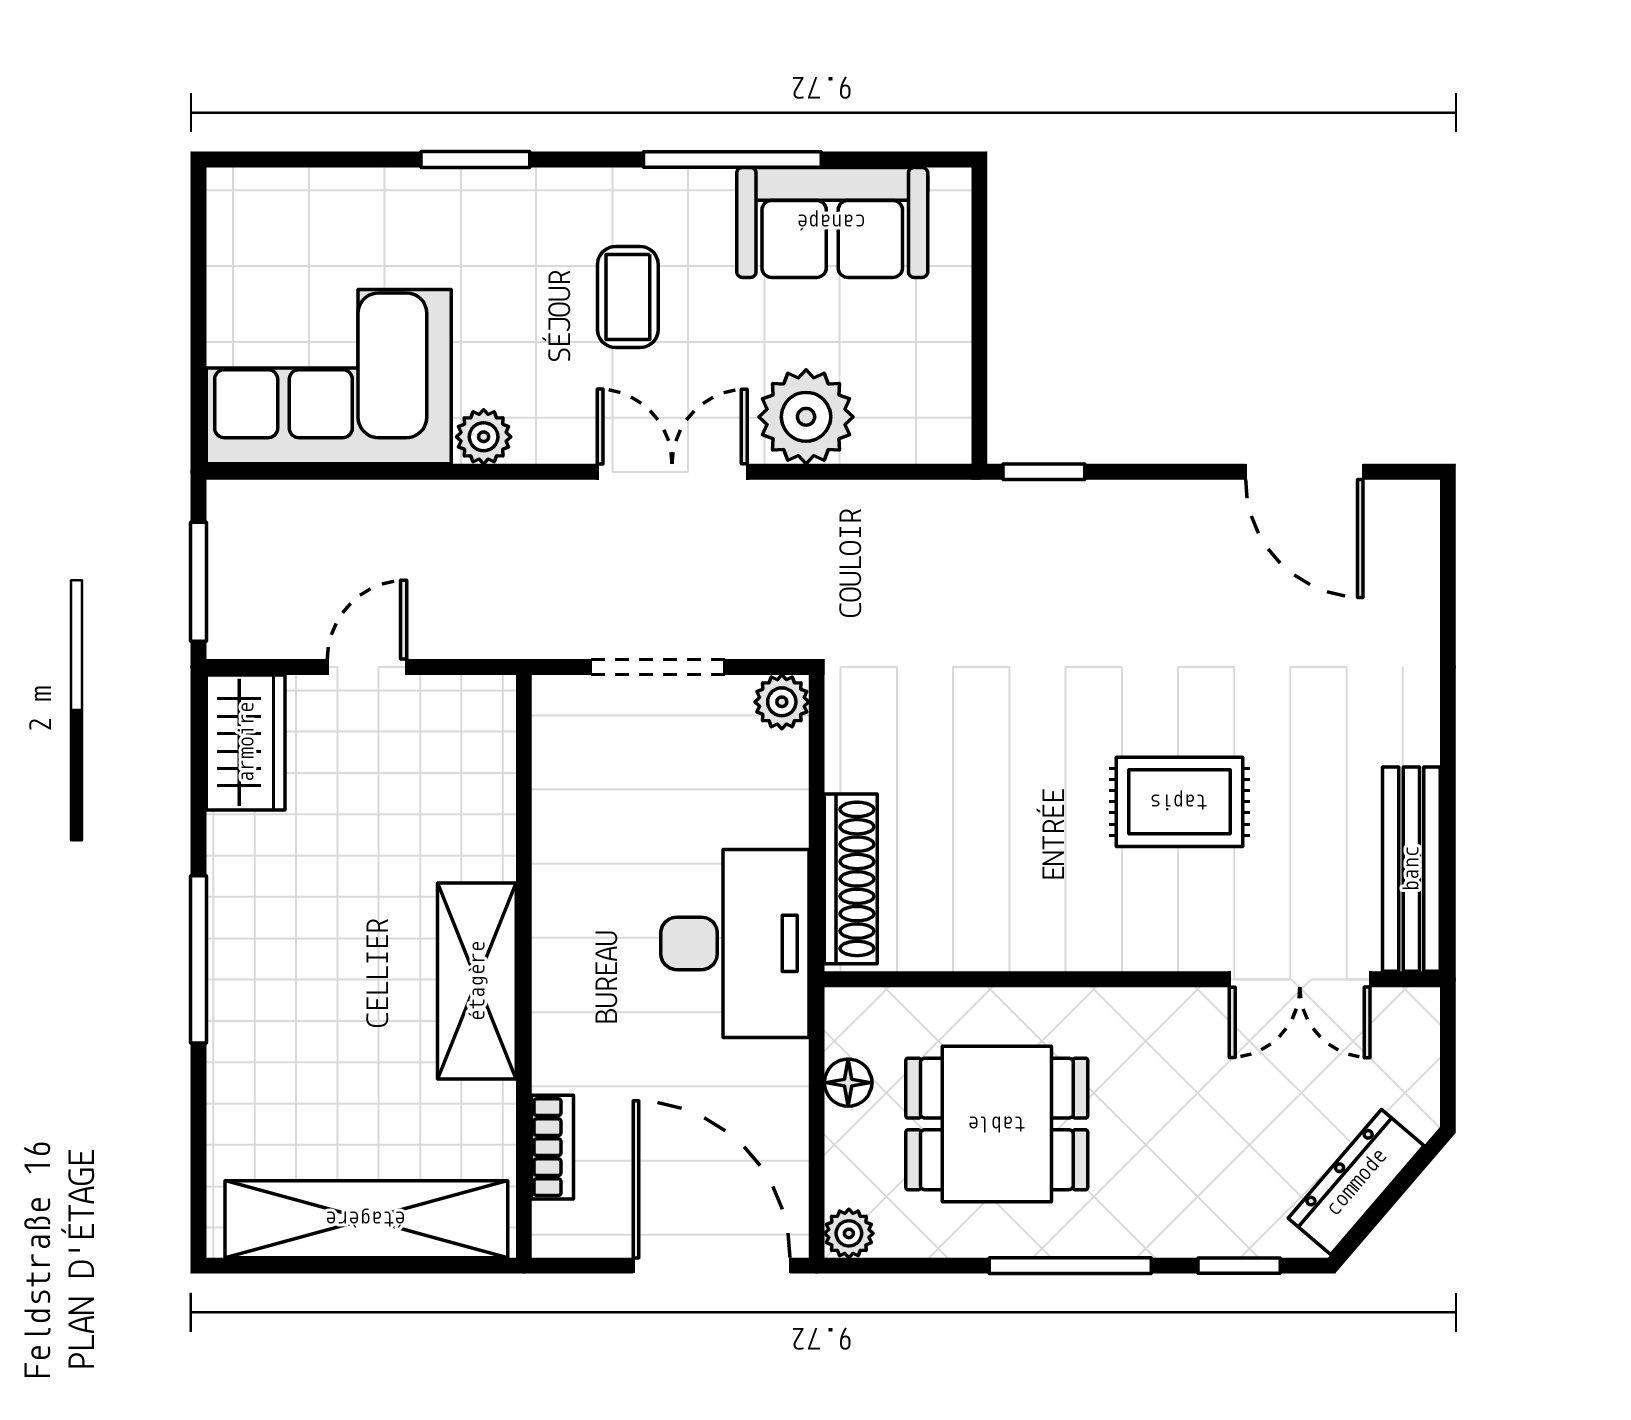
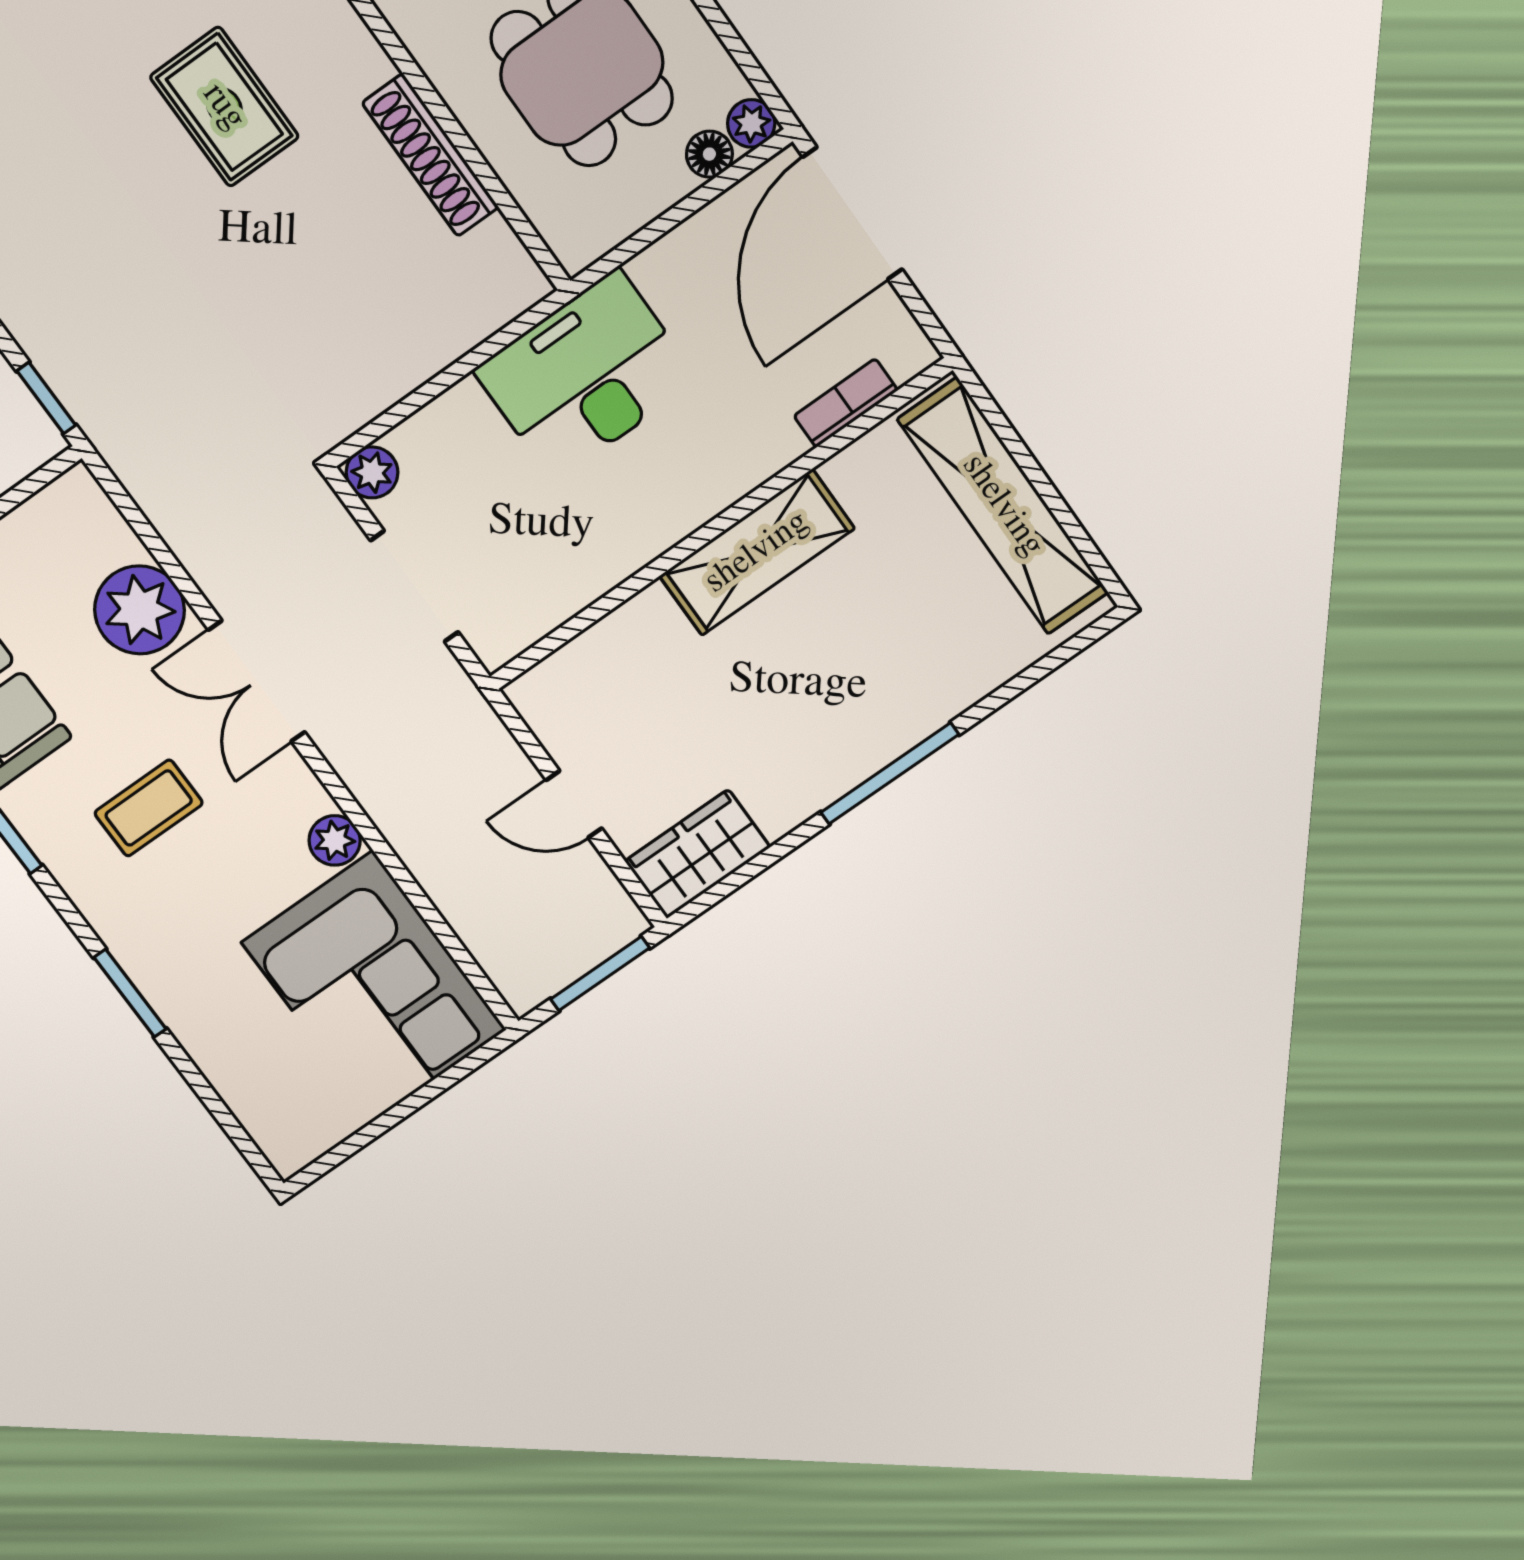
shoe rack: (851, 879) -> (430, 155), moved, turned -90
floor lamp: (848, 1083) -> (709, 154), moved

